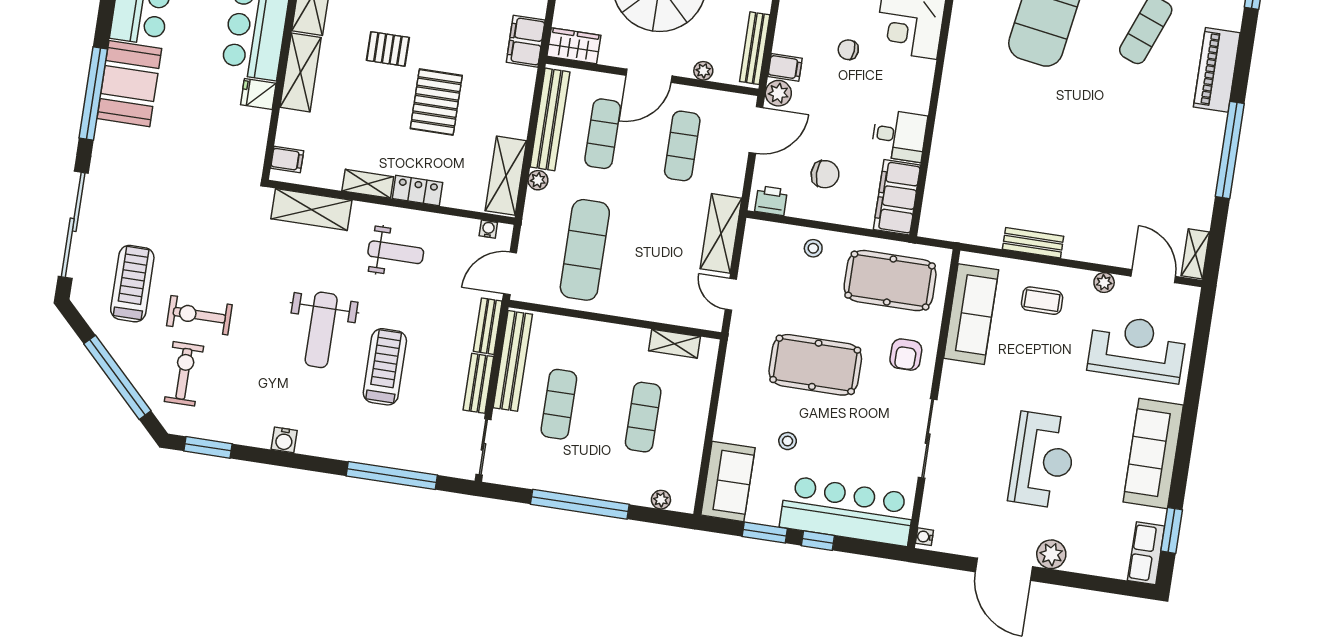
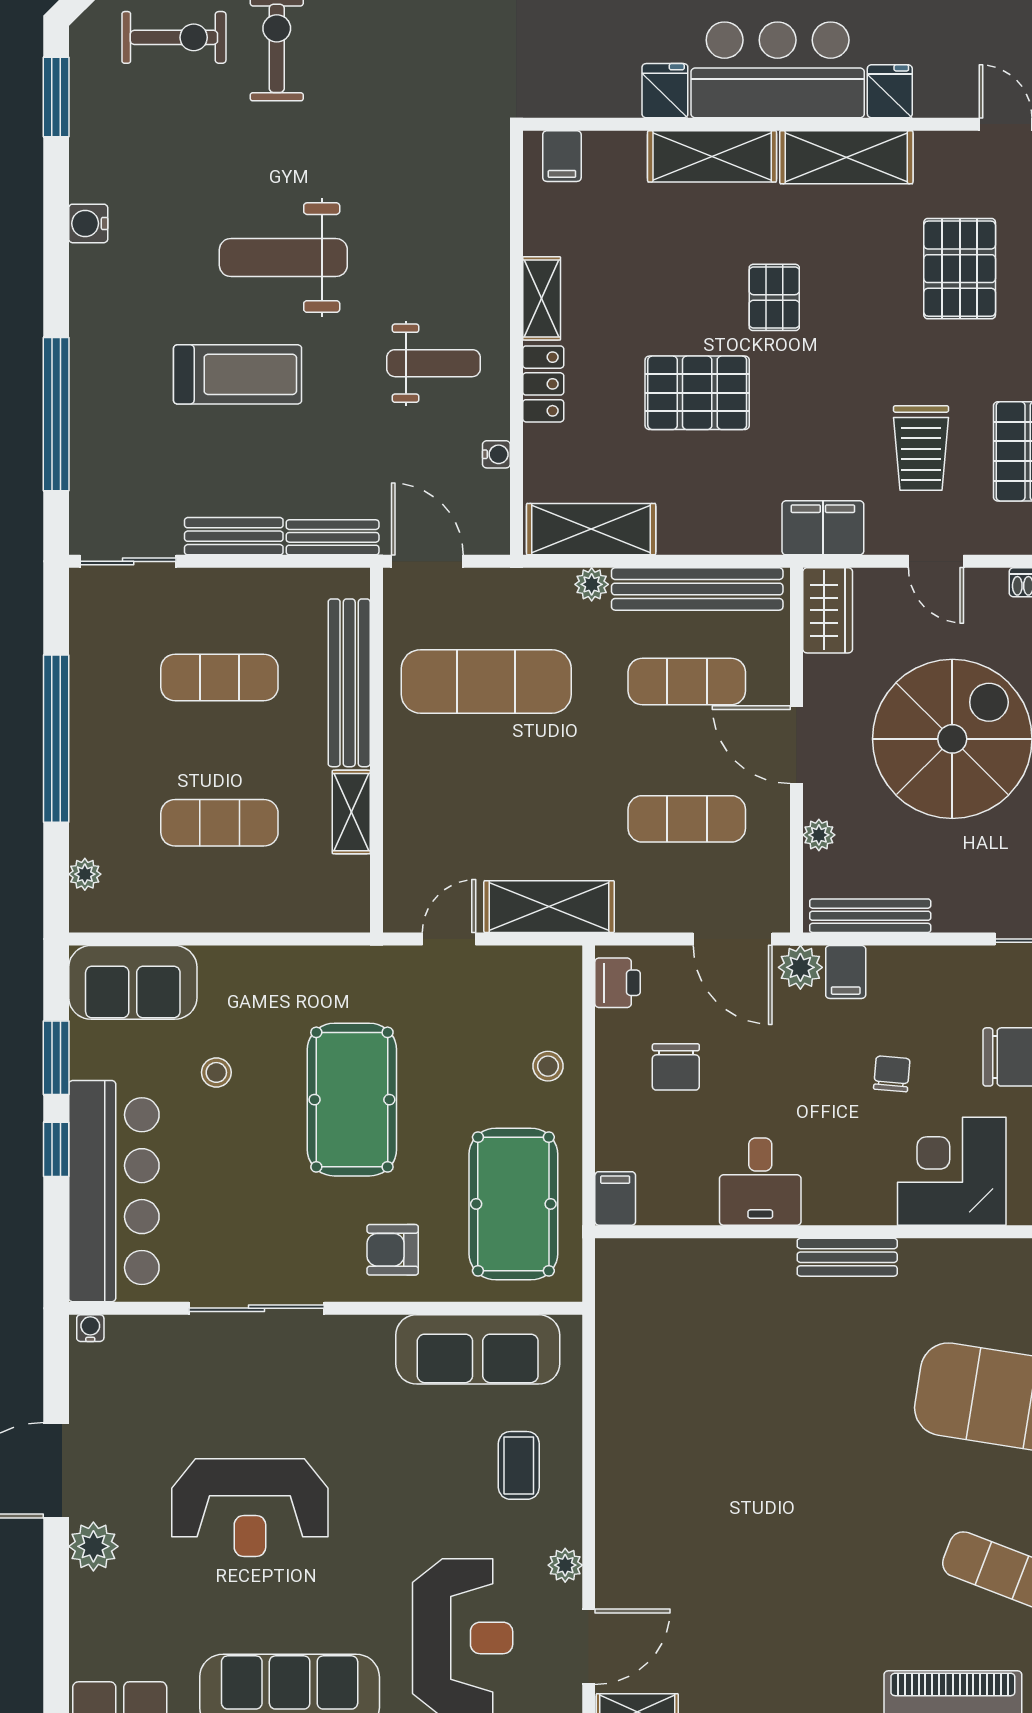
filing cabinet: (897, 197) -> (615, 1198), width x0.33, depth x0.86
shelving: (311, 210) -> (484, 210), removed
water cooler: (488, 229) -> (496, 454), moved
bench: (1033, 243) -> (847, 1257), moved, turned 90
weight bench: (396, 252) -> (434, 363), turned -90
shelving: (675, 344) -> (351, 812), moved
bench: (513, 361) -> (349, 683), moved, turned 90

